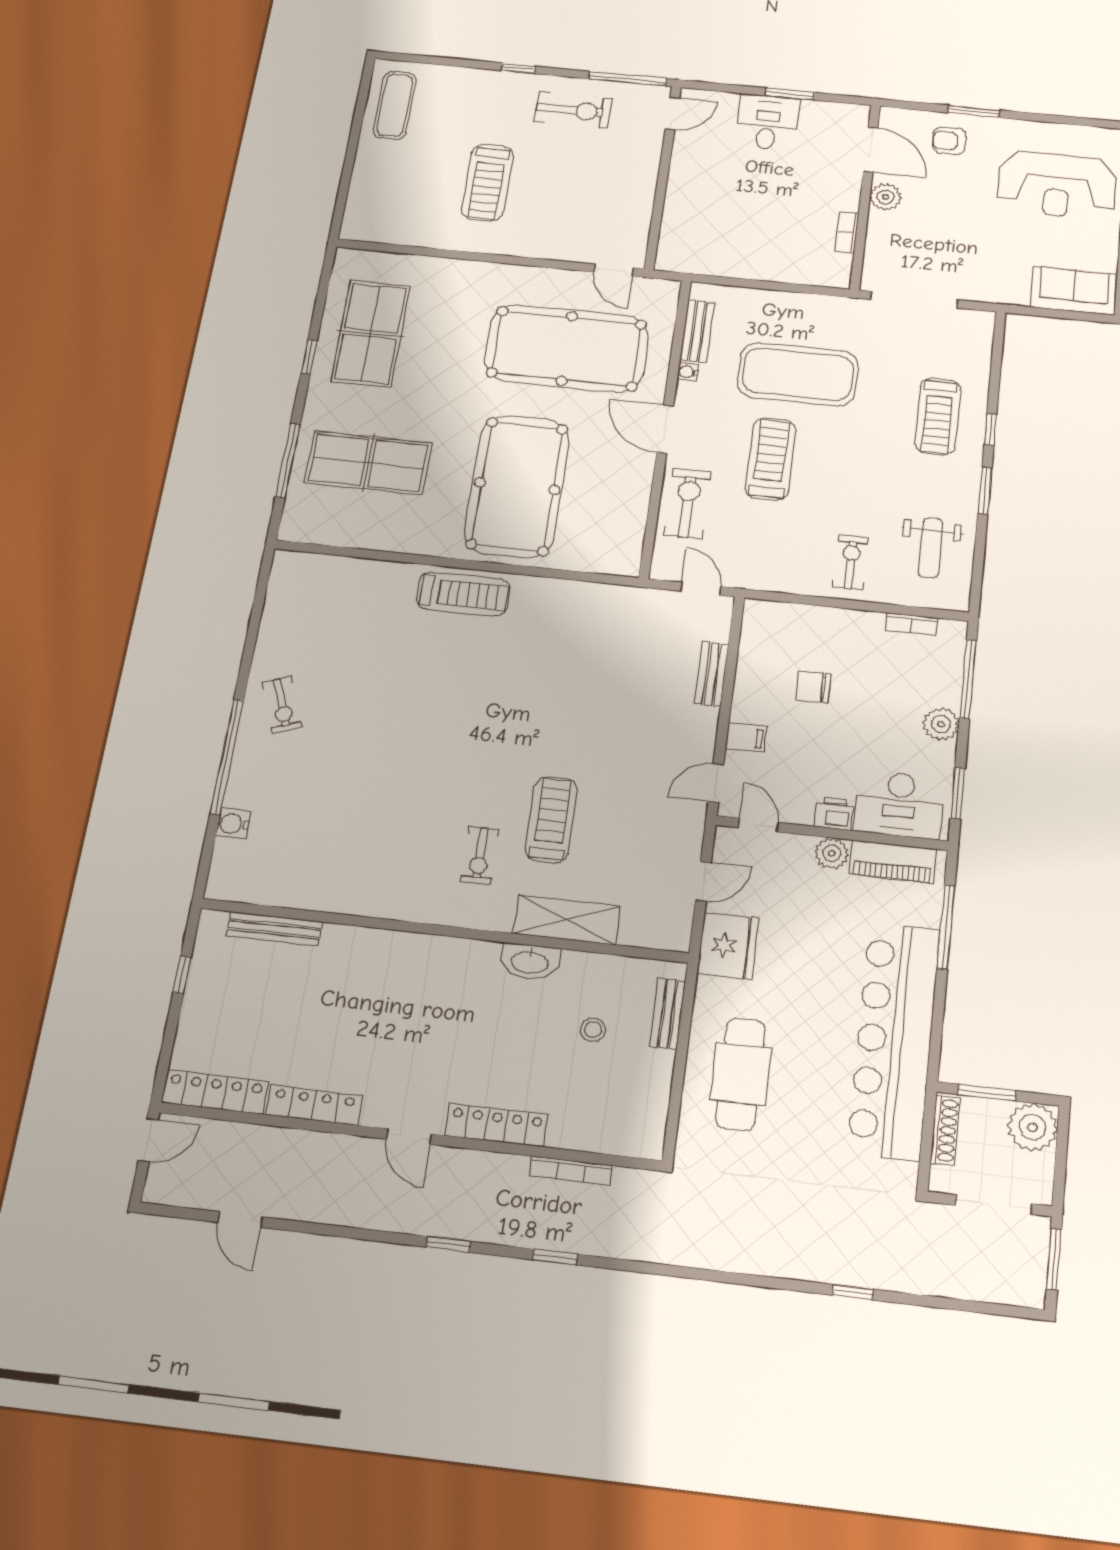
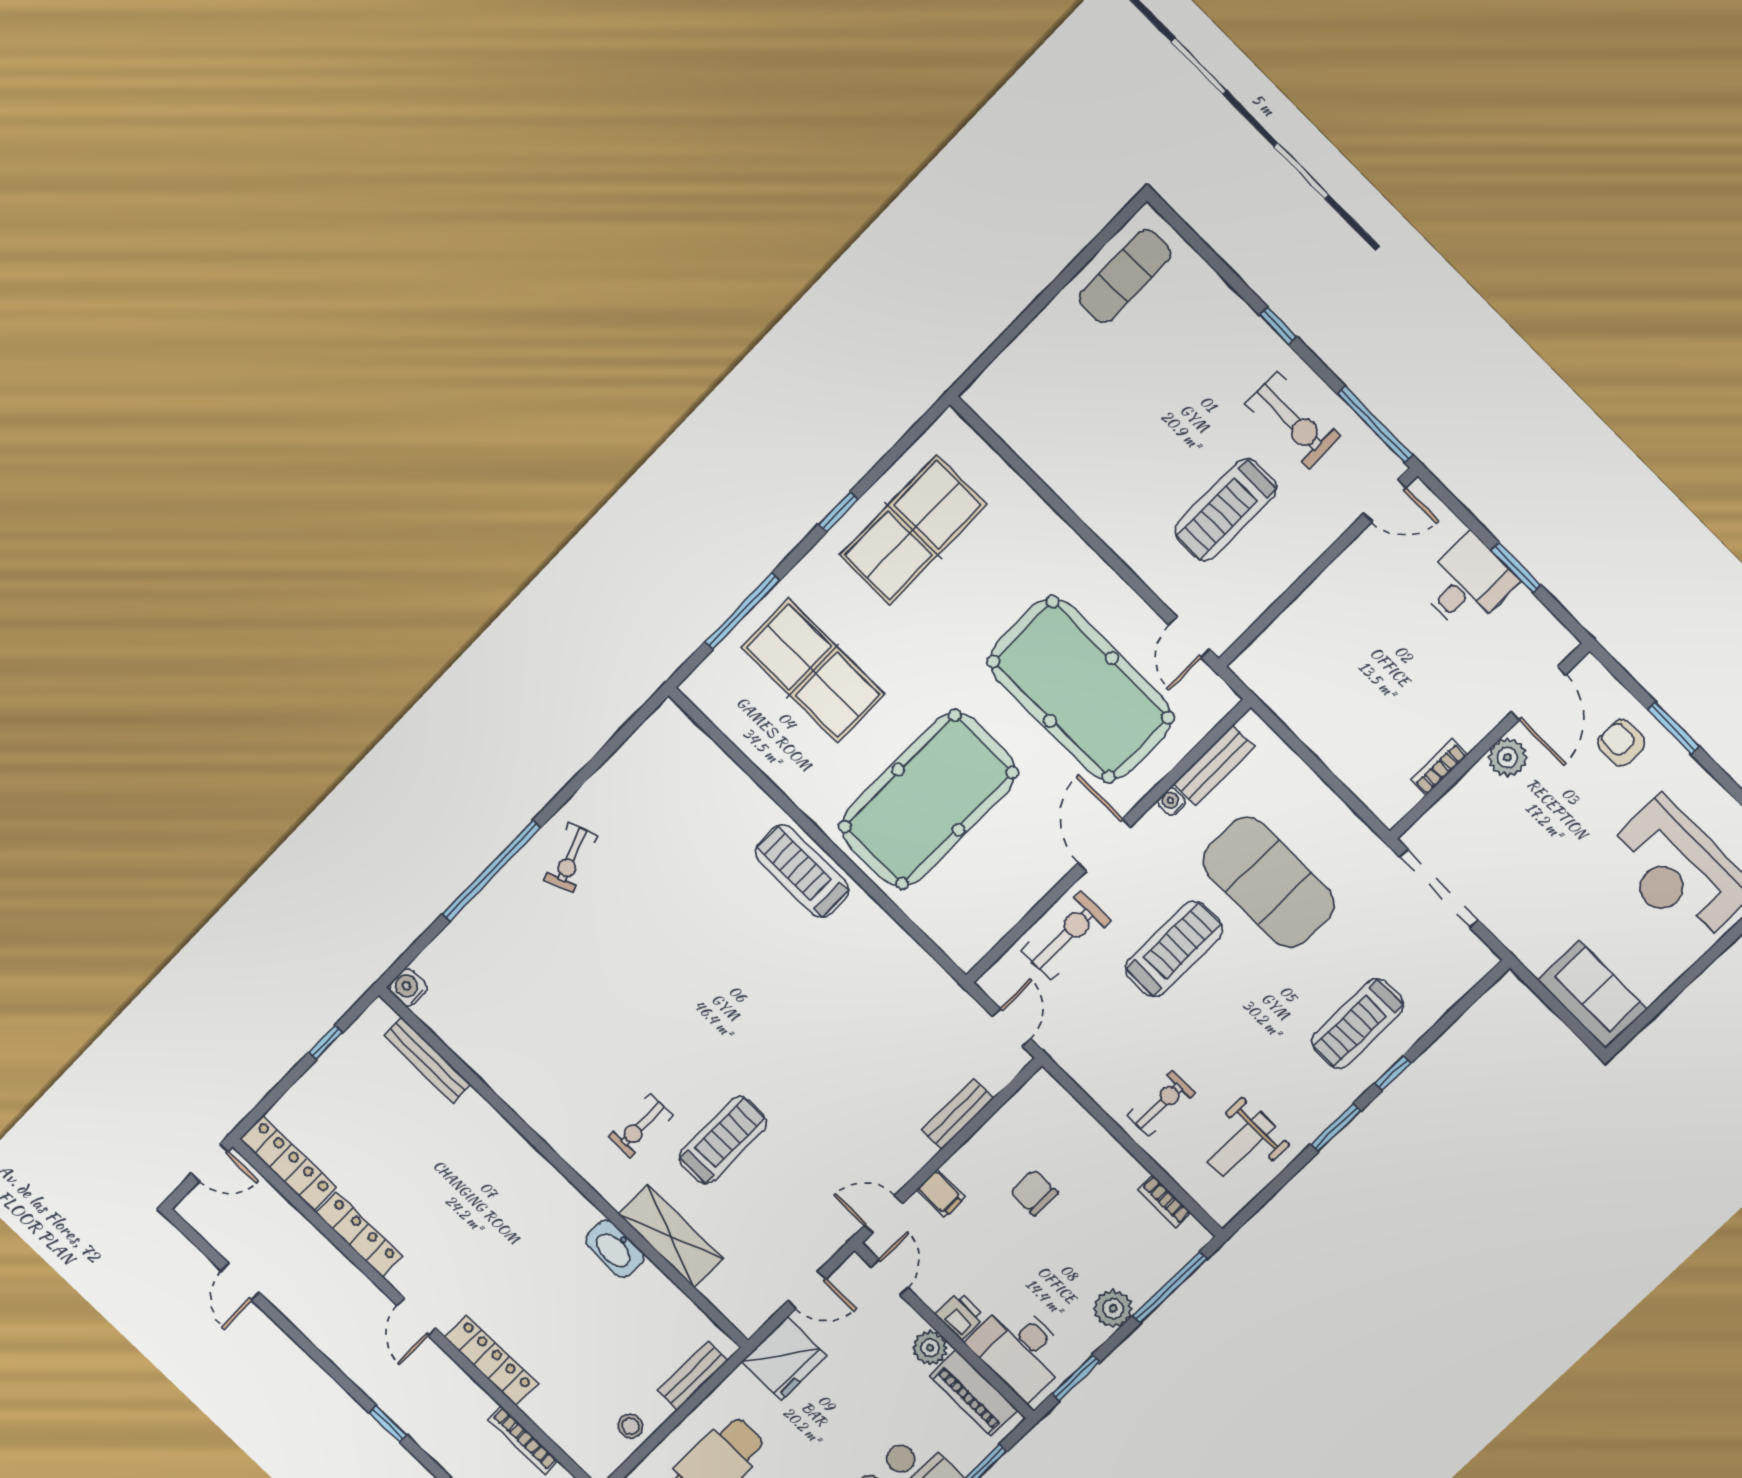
treadmill: (487, 183) -> (1226, 510), moved
treadmill: (463, 594) -> (802, 871), turned 180
water cooler: (233, 824) -> (408, 988), moved
stool: (593, 1030) -> (631, 1426), moved

